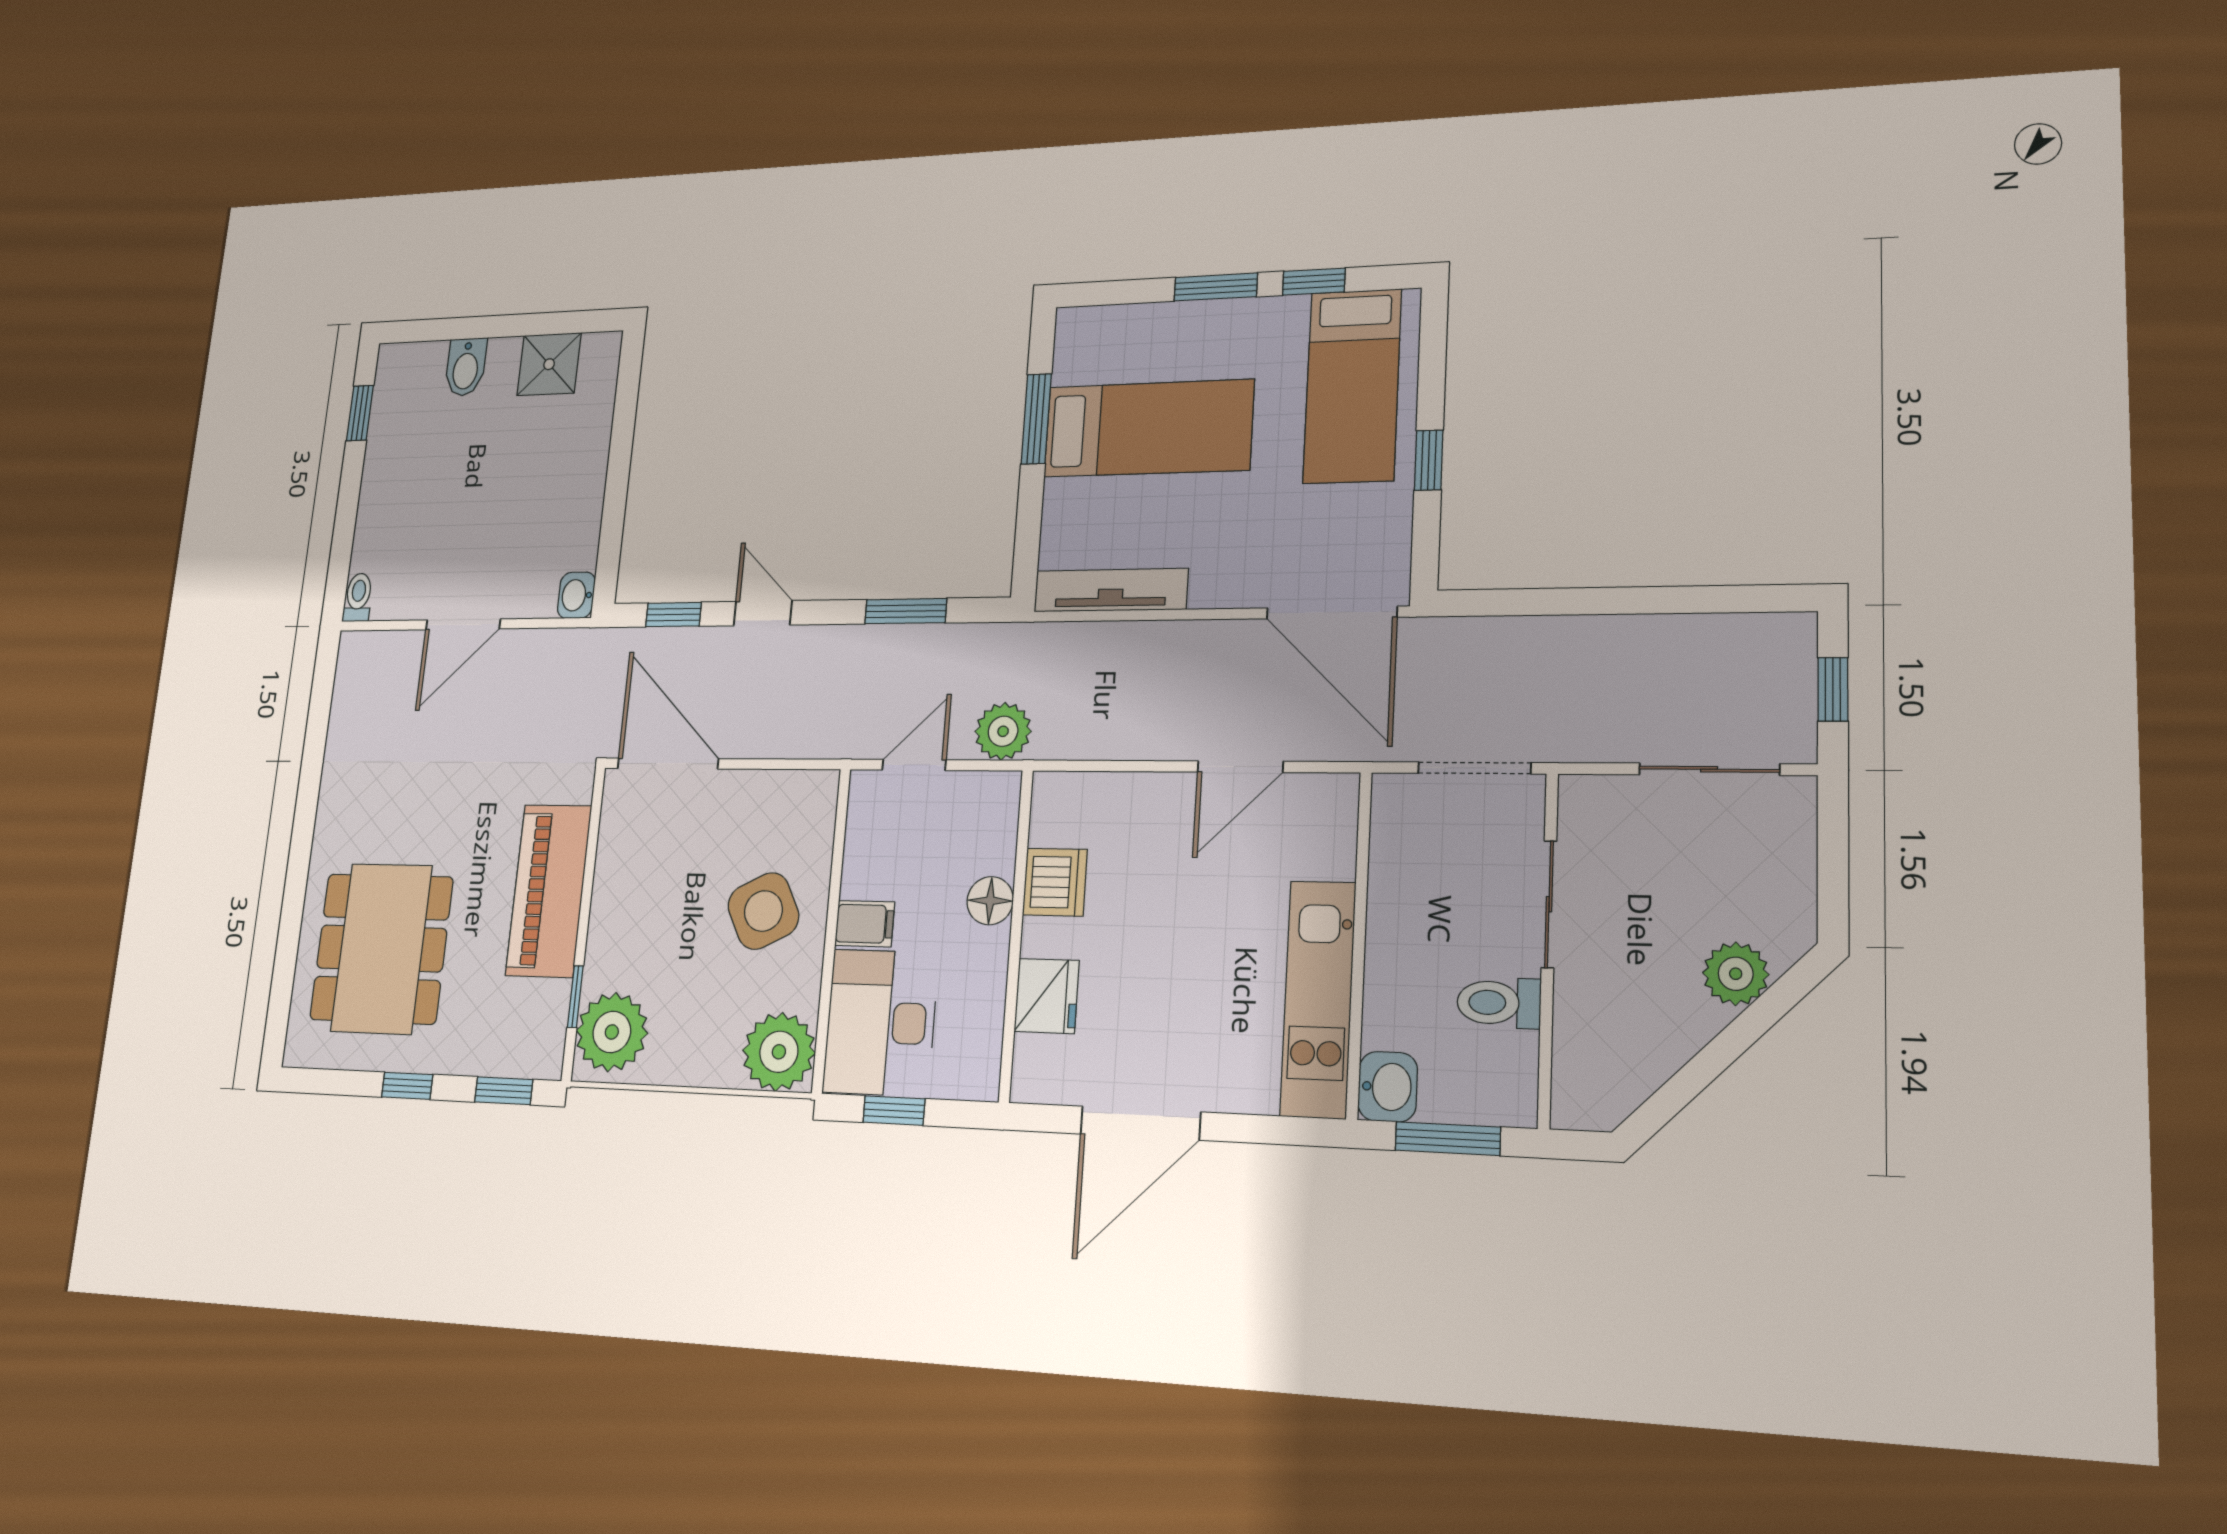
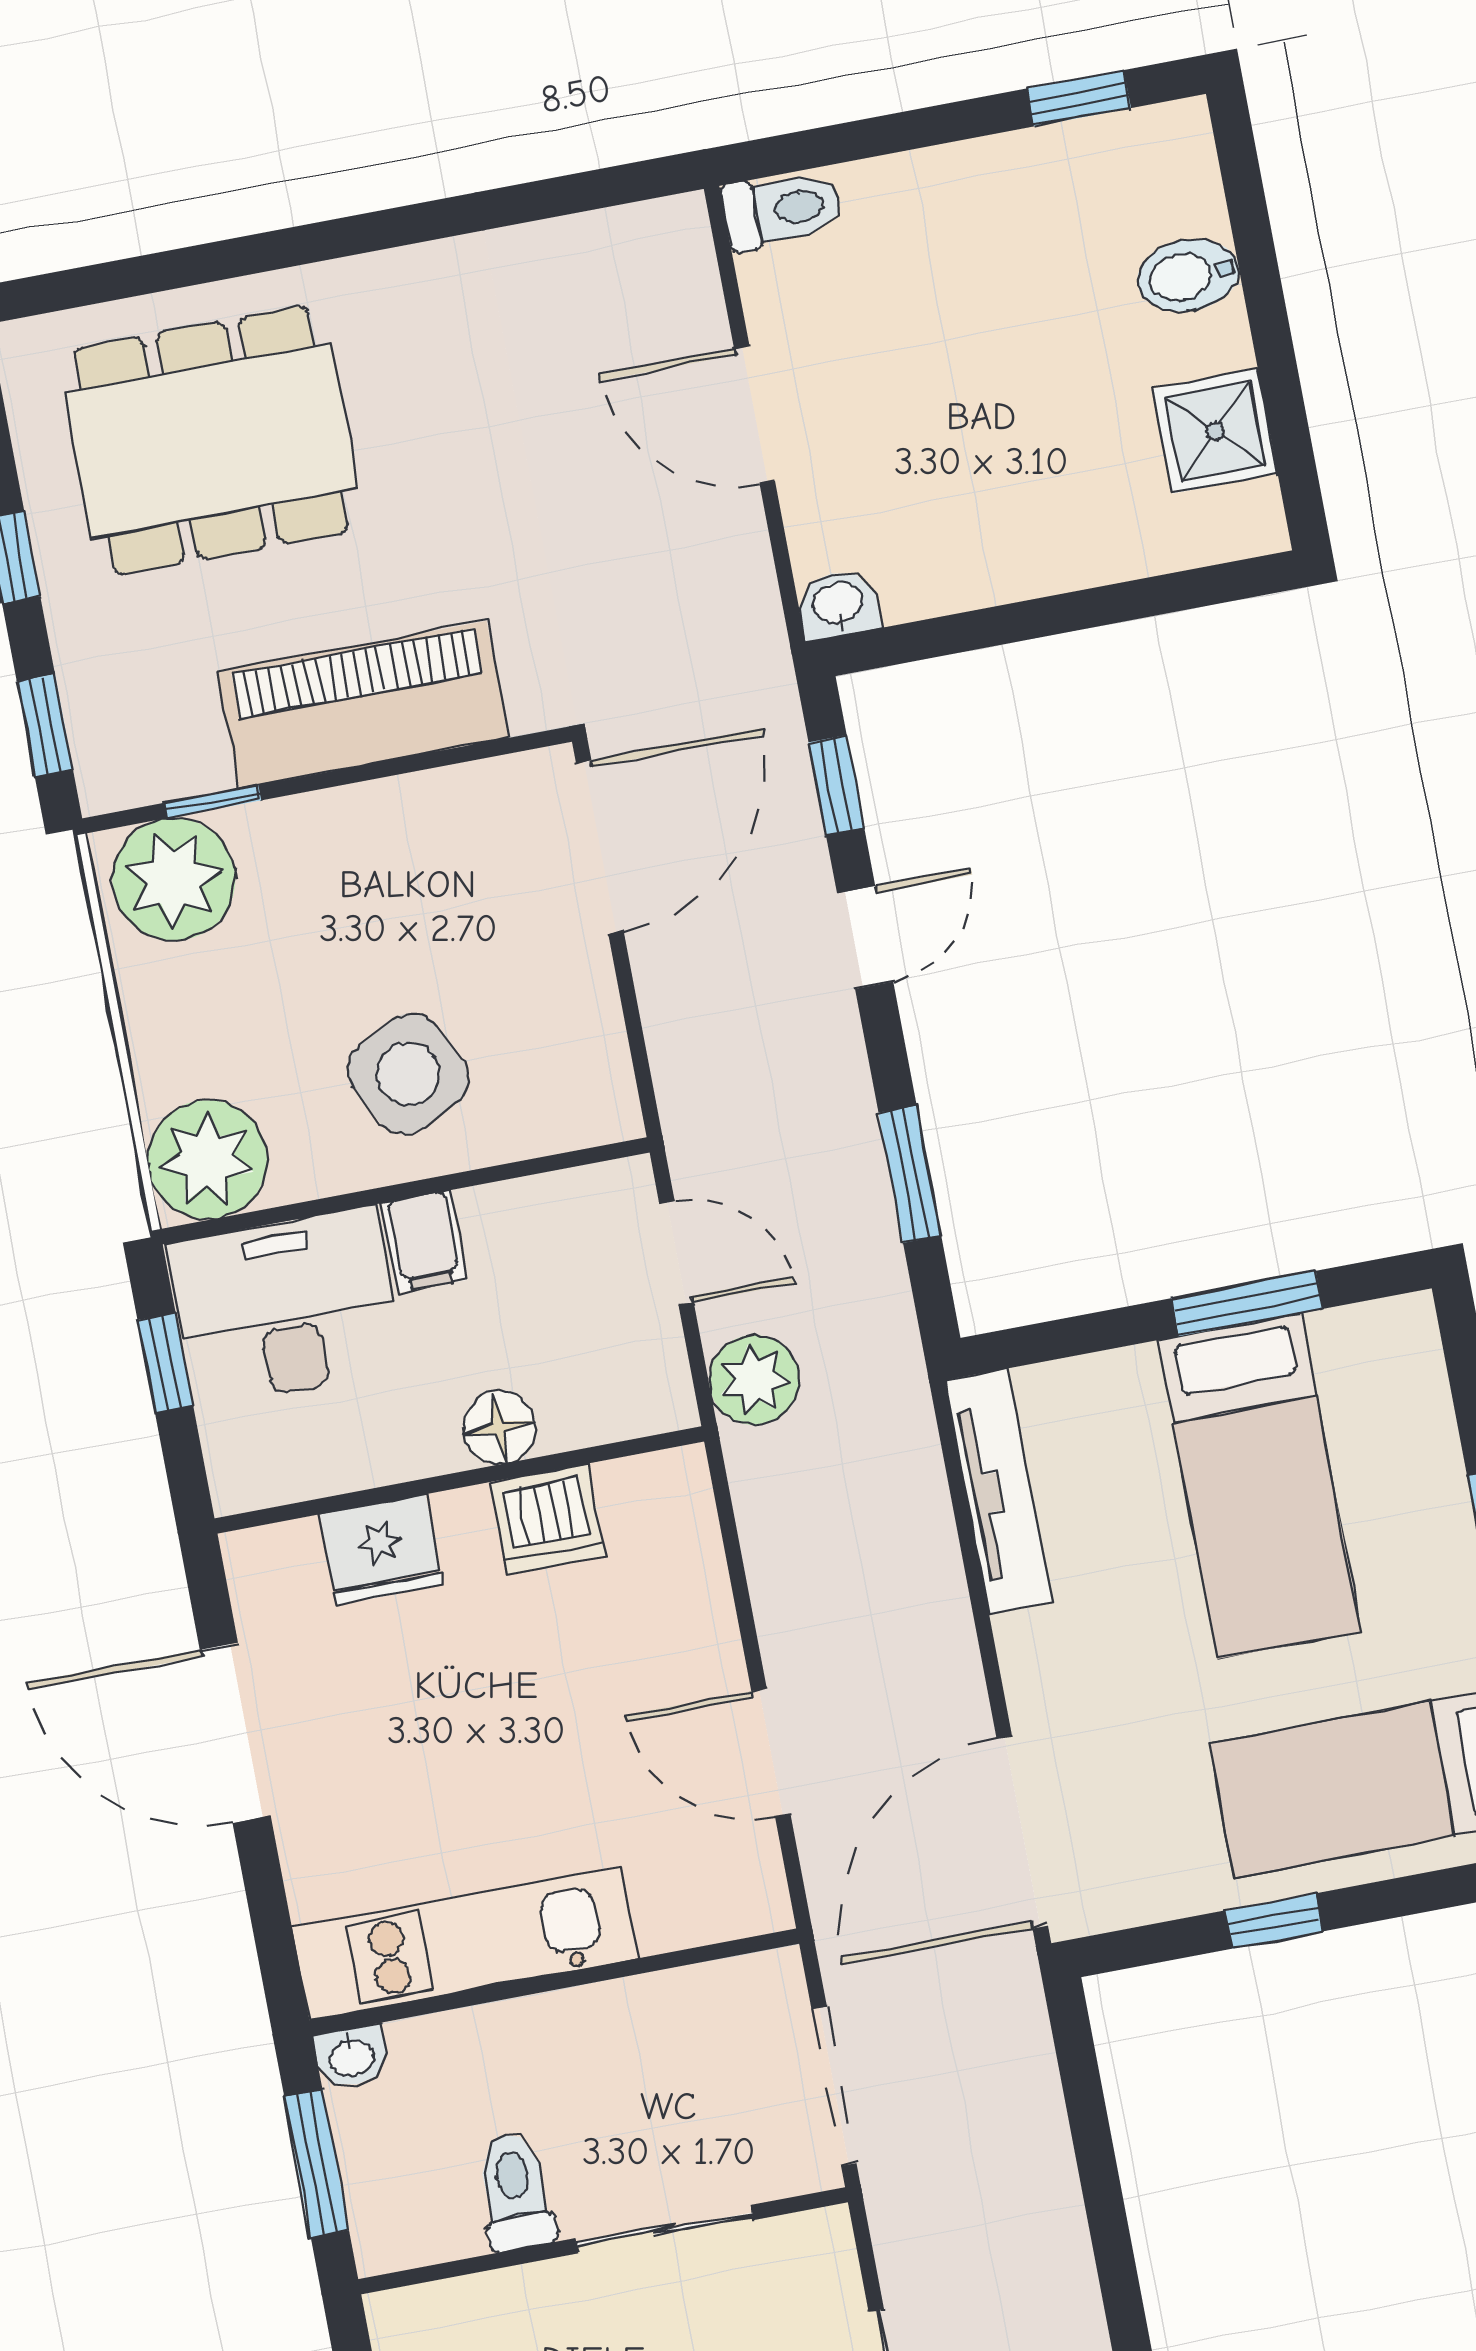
toilet: (358, 597) -> (782, 210), width x1.37, depth x1.39
washbasin: (1388, 1087) -> (352, 2057), width x0.72, depth x0.69

